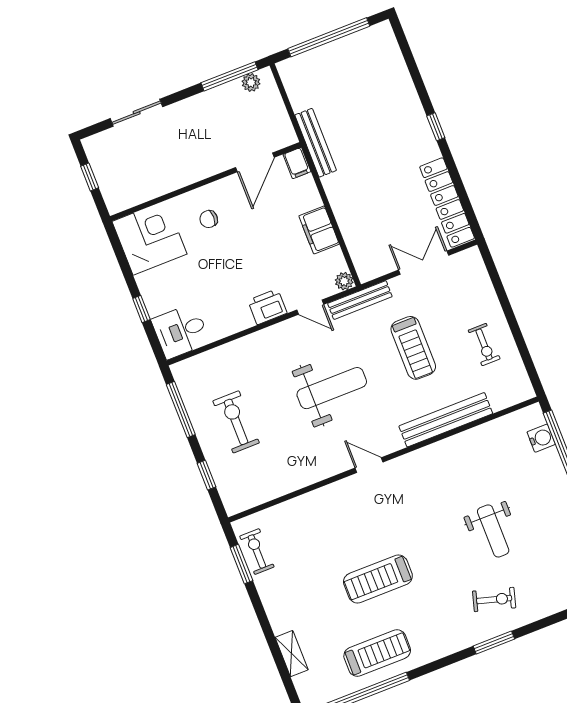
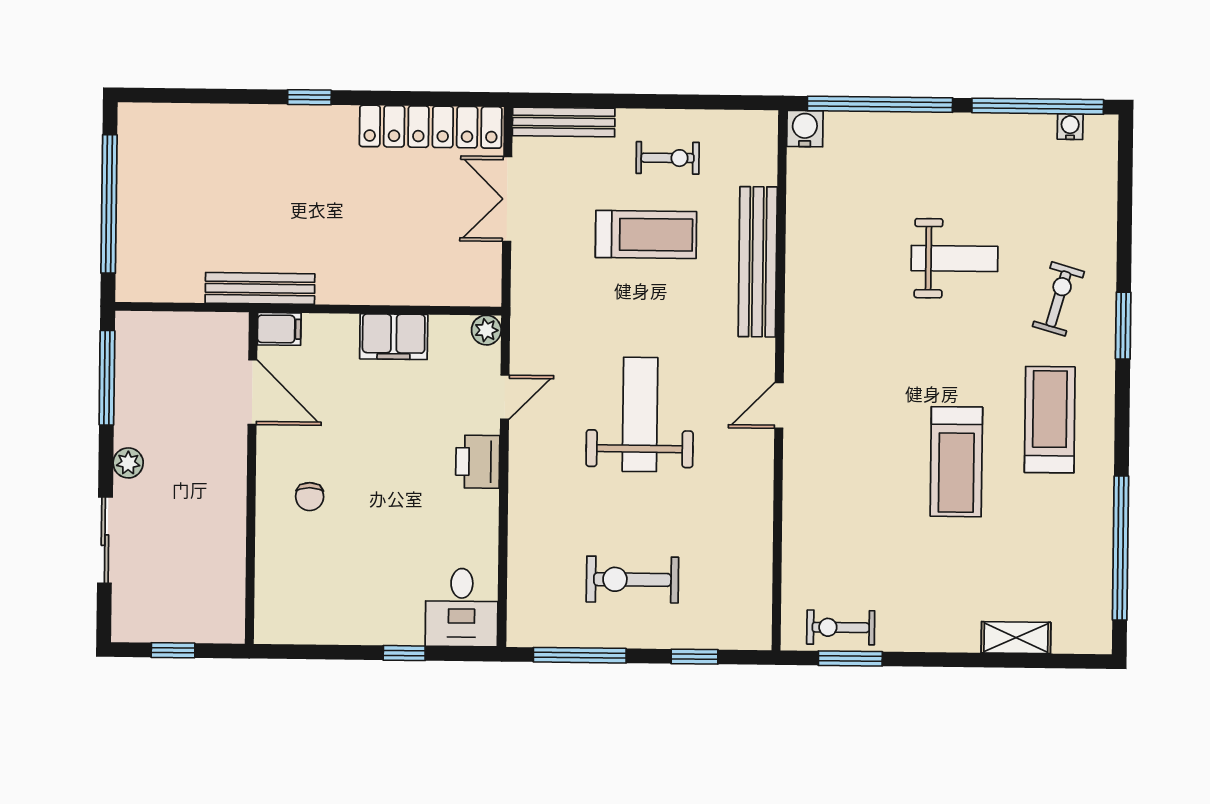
plant: (251, 83) -> (128, 463), moved
corner desk: (149, 238) -> (301, 597), removed
bench: (360, 300) -> (564, 122), moved, turned 90
treadmill: (413, 348) -> (646, 235), moved
water cooler: (541, 438) -> (805, 129), moved
treadmill: (377, 653) -> (1050, 420), moved

